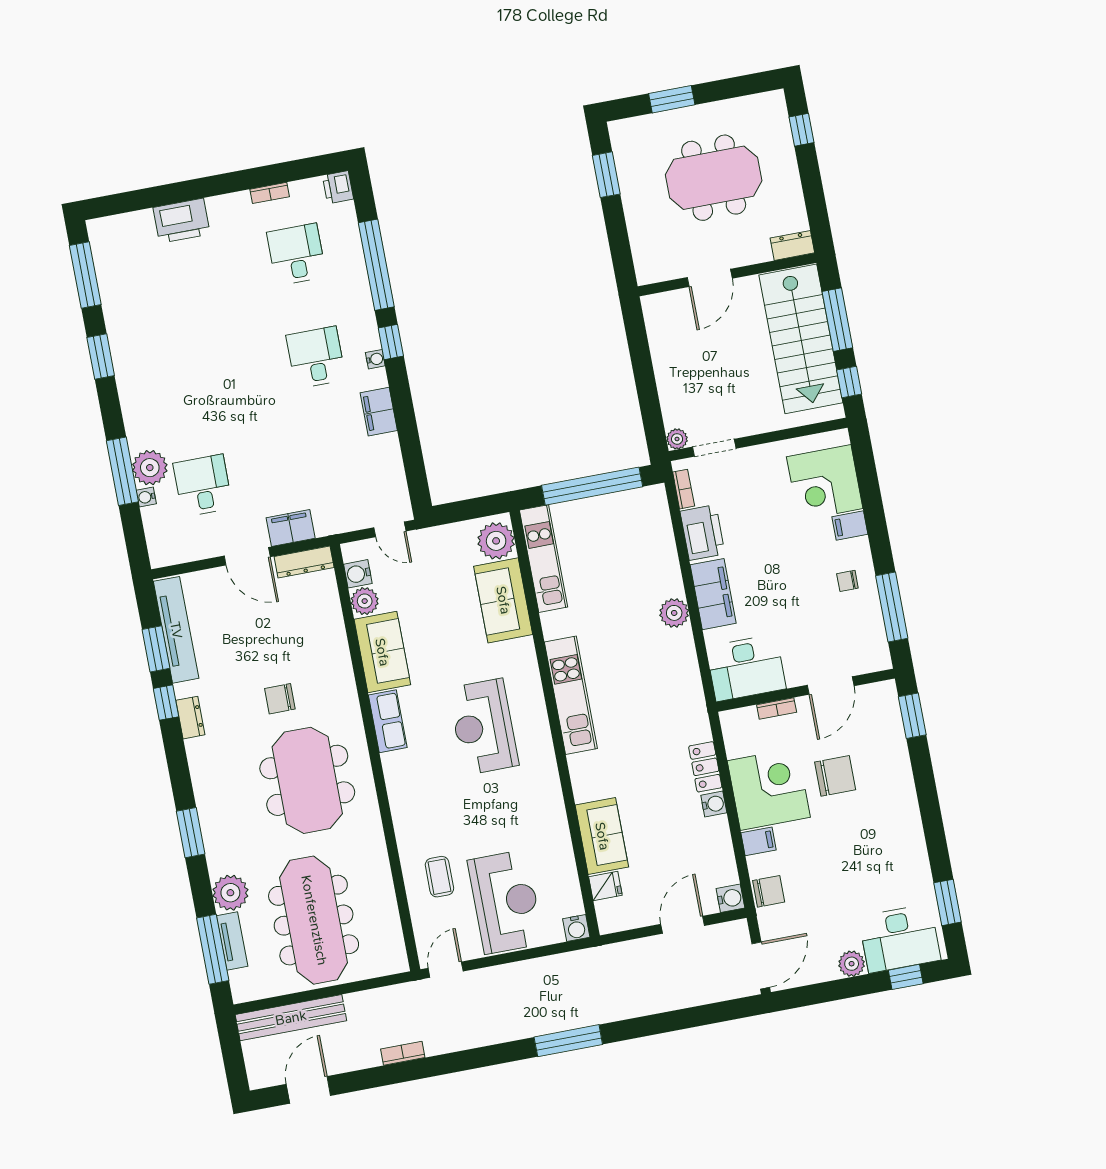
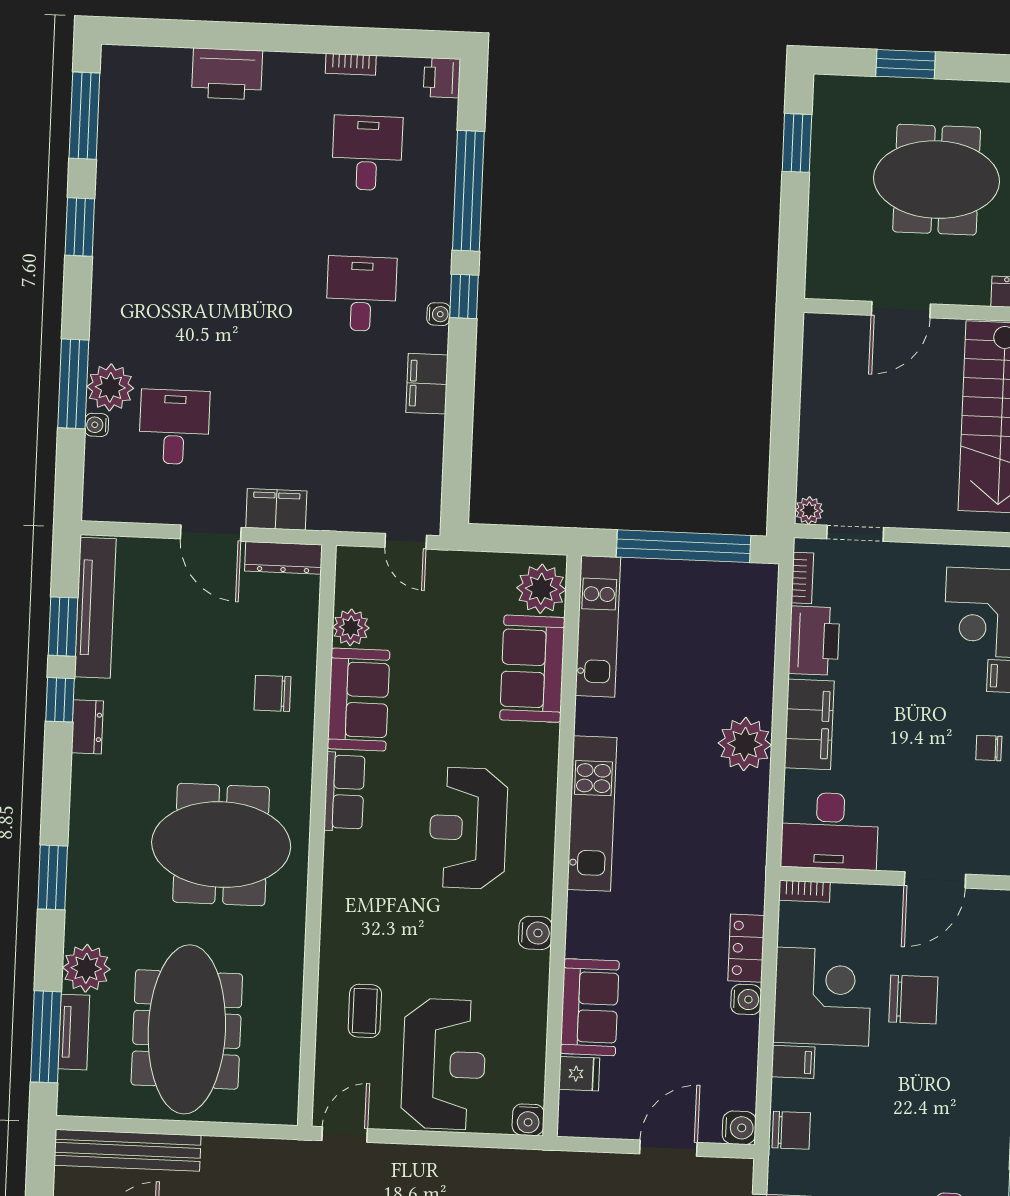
water cooler: (358, 574) -> (535, 933), moved, turned 180
plant: (674, 613) -> (745, 744), width x1.36, depth x1.36
chair: (280, 699) -> (273, 693), moved
bookcase: (777, 708) -> (804, 891), moved
meeting table: (307, 780) -> (221, 845), turned 90

